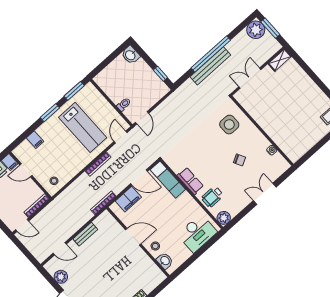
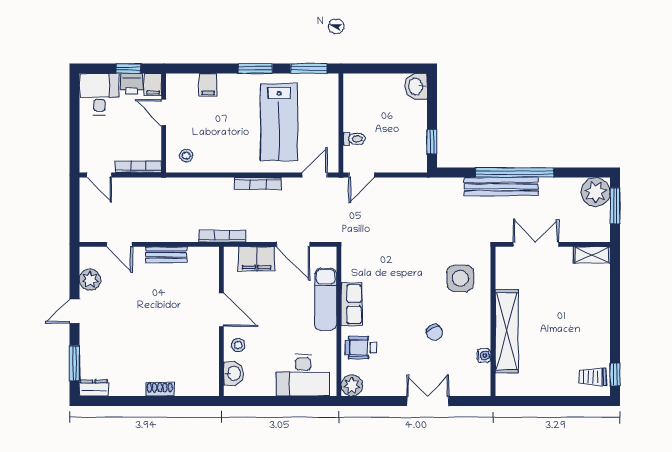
shelving: (272, 130) -> (507, 331), added
exam couch: (168, 180) -> (326, 299), moved

